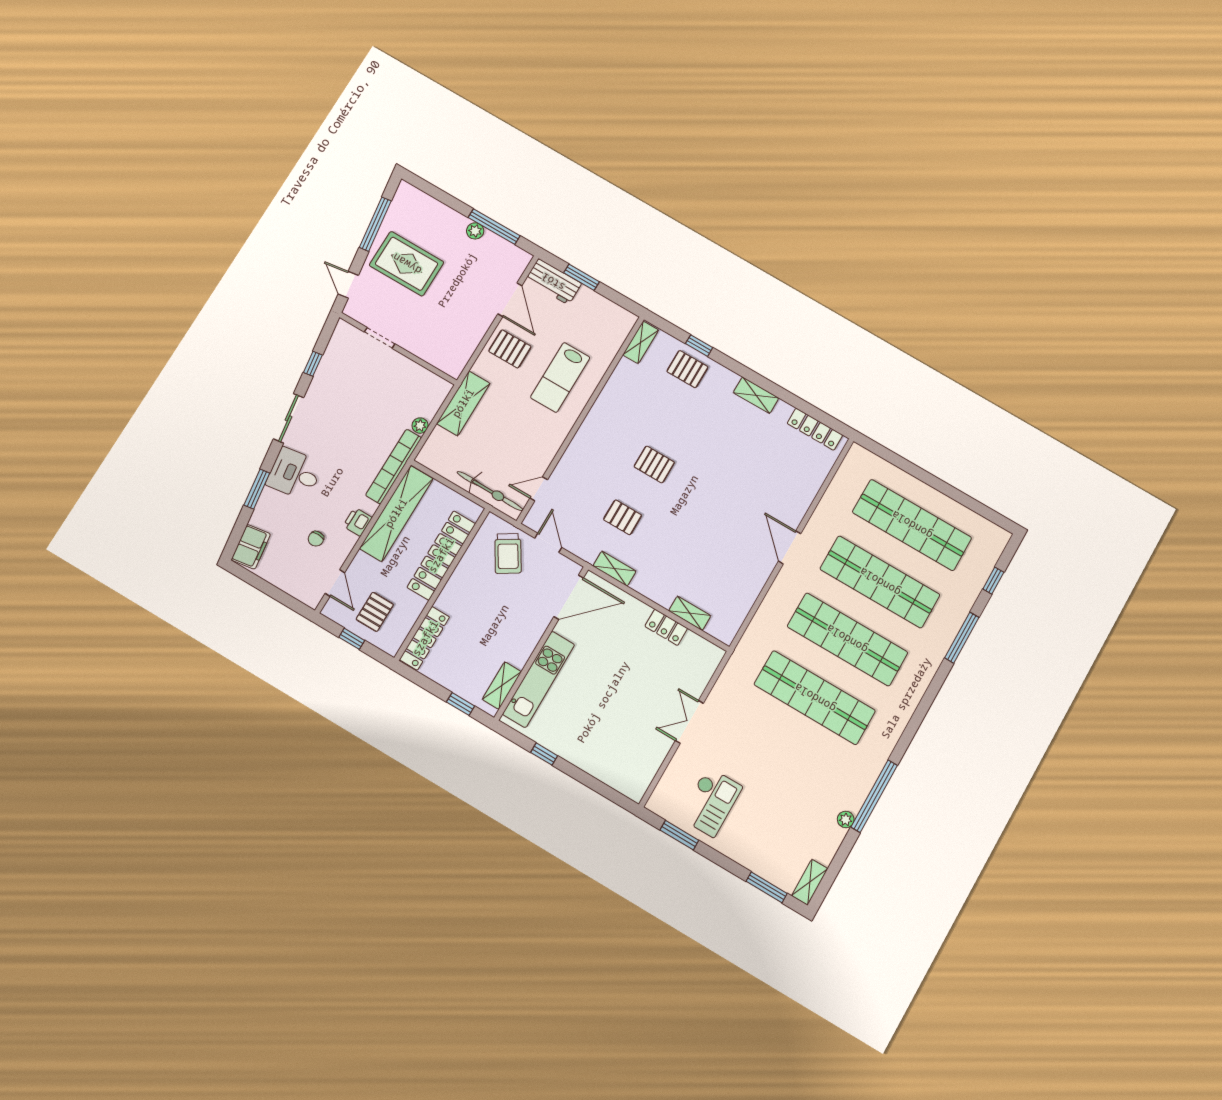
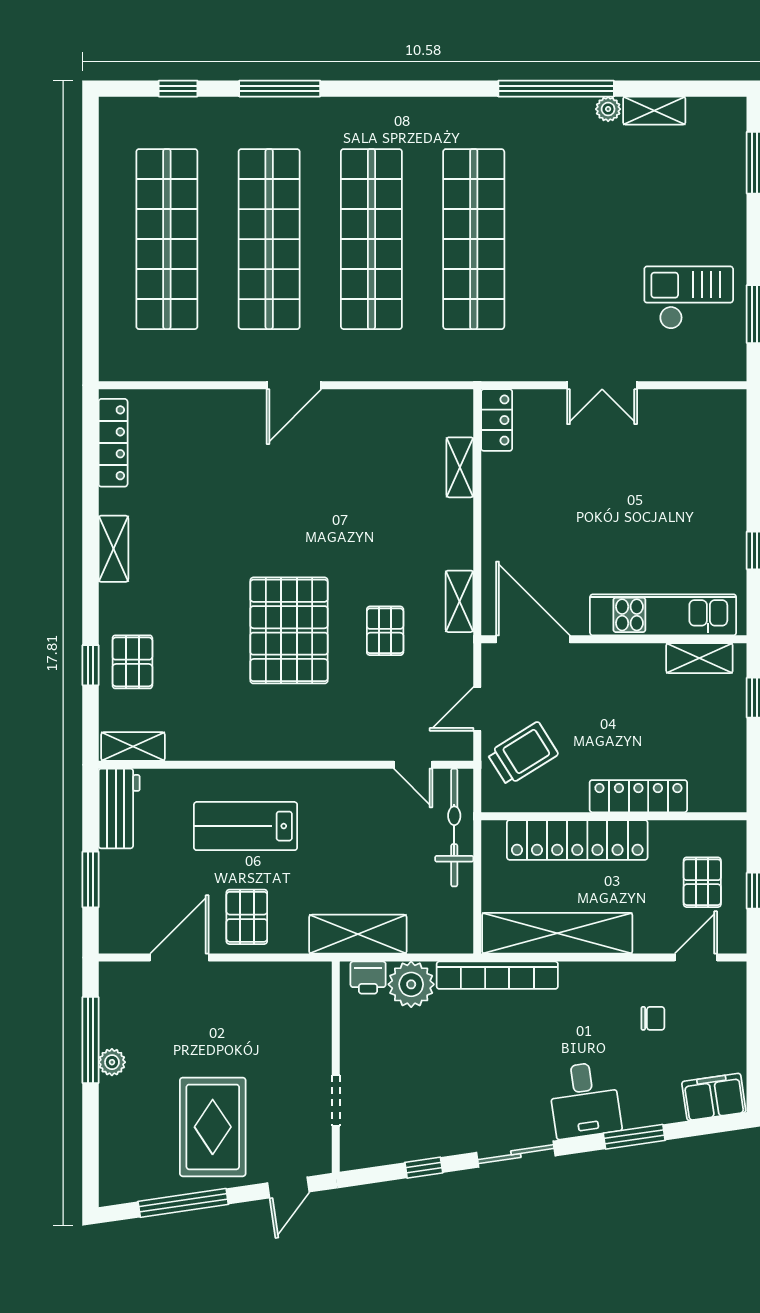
workbench: (553, 282) -> (119, 808), moved
lab bench: (560, 377) -> (246, 826), turned 180
plant: (420, 426) -> (411, 984), width x1.88, depth x1.88
pallet: (654, 464) -> (289, 630), width x2.05, depth x2.00
printer: (358, 522) -> (368, 978), moved
pallet: (375, 612) -> (702, 882), turned 90
locker: (666, 627) -> (497, 420), moved
locker: (425, 638) -> (638, 796), moved
shelving: (810, 882) -> (654, 111), moved

